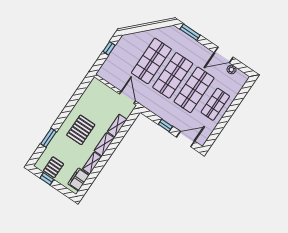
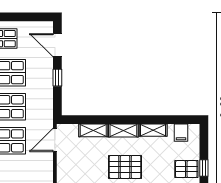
filing cabinet: (79, 179) -> (181, 133), width x0.50

